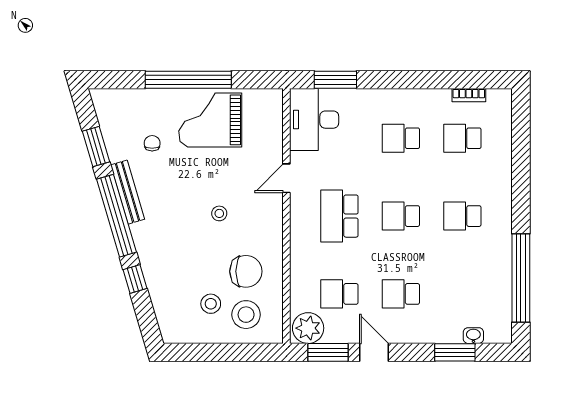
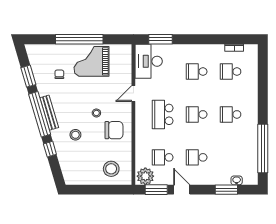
bench: (128, 192) -> (49, 113), moved
chair: (246, 271) -> (114, 130), moved
stool: (211, 304) -> (75, 135), moved

